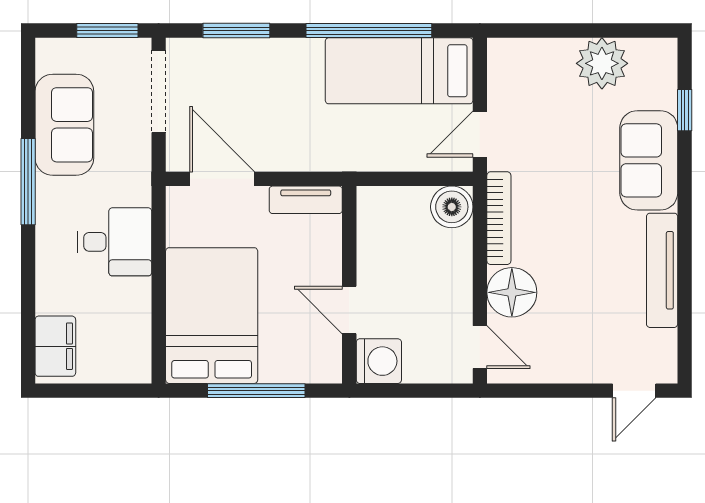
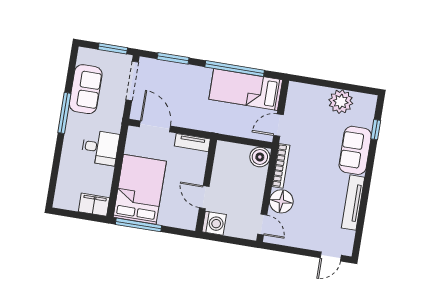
filing cabinet: (55, 346) -> (94, 205), moved, turned -90
window: (256, 391) -> (139, 225), moved

